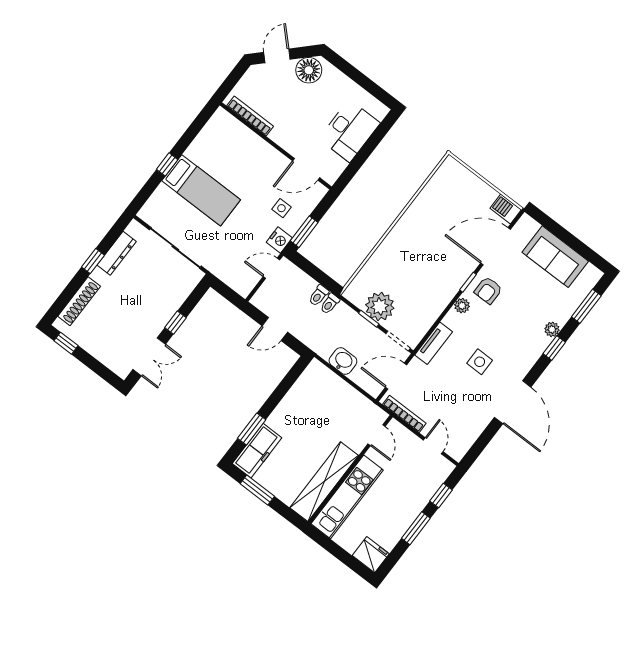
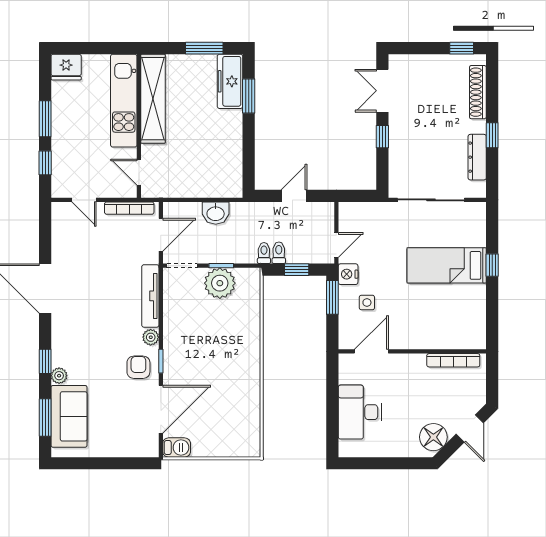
sofa: (555, 257) -> (69, 416), moved, turned 90
window: (315, 273) -> (297, 270), added
tv unit: (434, 343) -> (150, 296), width x1.41
side table: (480, 362) -> (99, 301), removed

